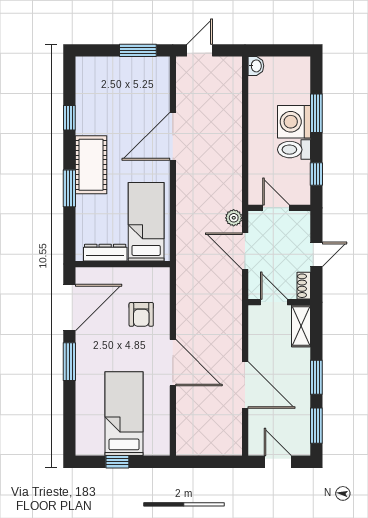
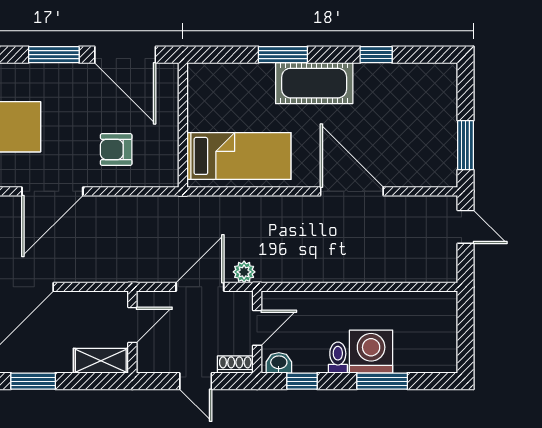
washbasin: (256, 66) -> (279, 363), moved, turned 180
toilet: (294, 150) -> (338, 358), width x0.73, depth x0.72
dresser: (105, 253) -> (198, 102), removed
shoe rack: (304, 286) -> (235, 364), moved

